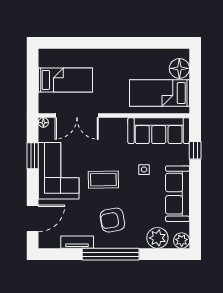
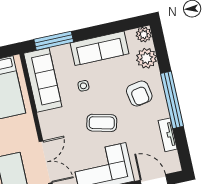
window: (195, 150) -> (54, 41), width x2.17
coffee table: (103, 180) -> (102, 123), turned -75
armchair: (112, 220) -> (139, 94), moved

